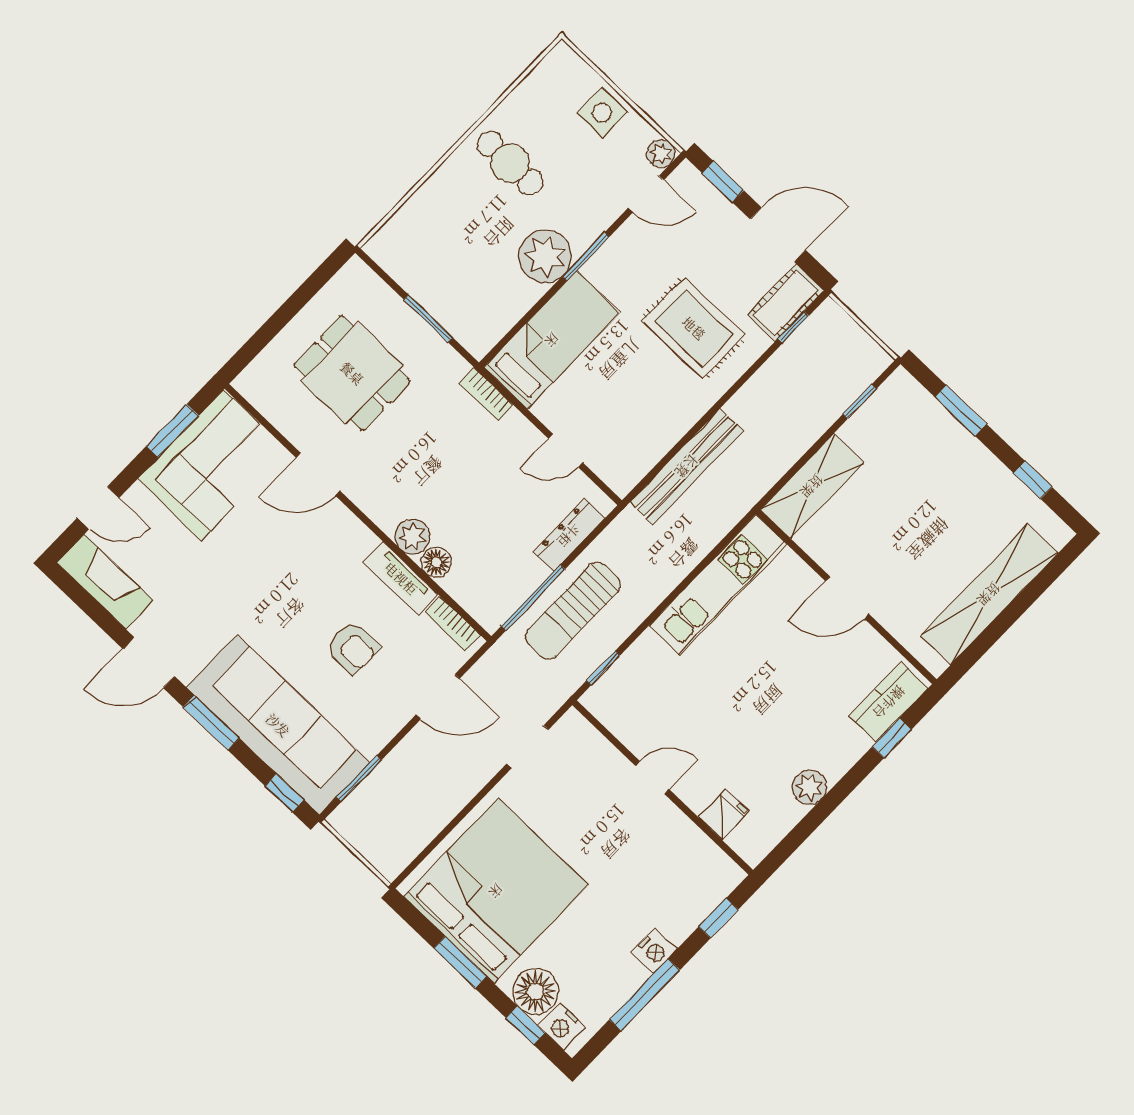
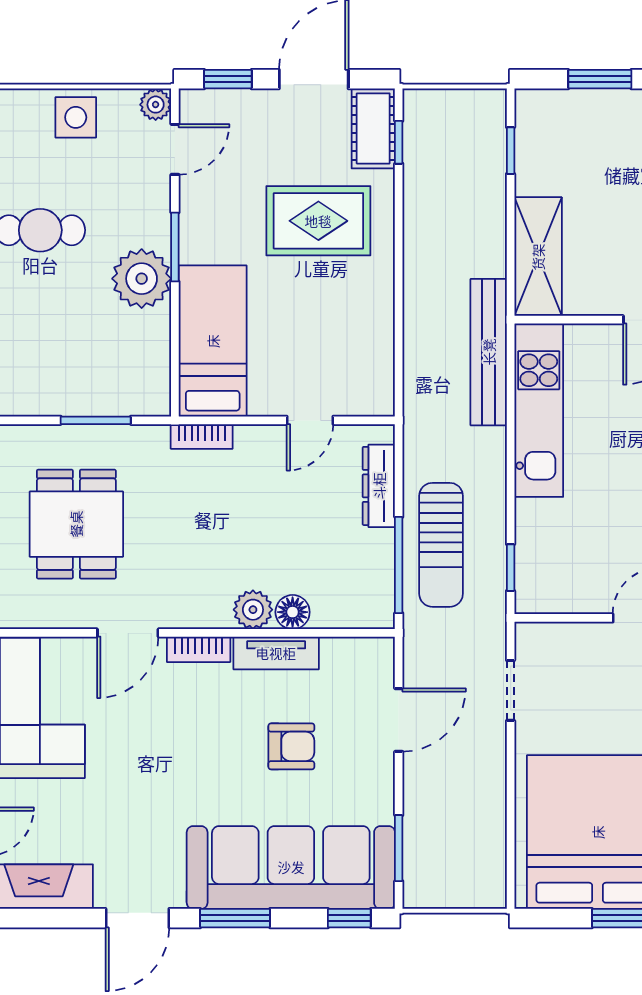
dining table: (352, 373) -> (76, 524), turned 90
bench: (687, 466) -> (489, 352), moved
bookcase: (452, 624) -> (199, 649), moved

